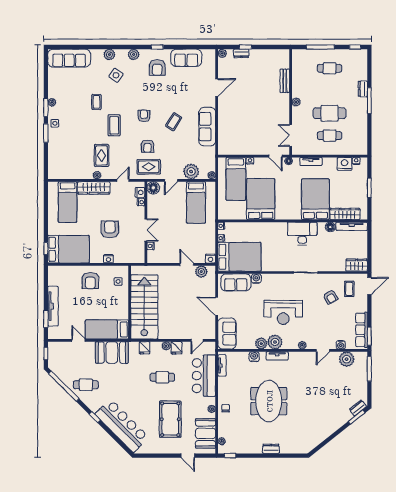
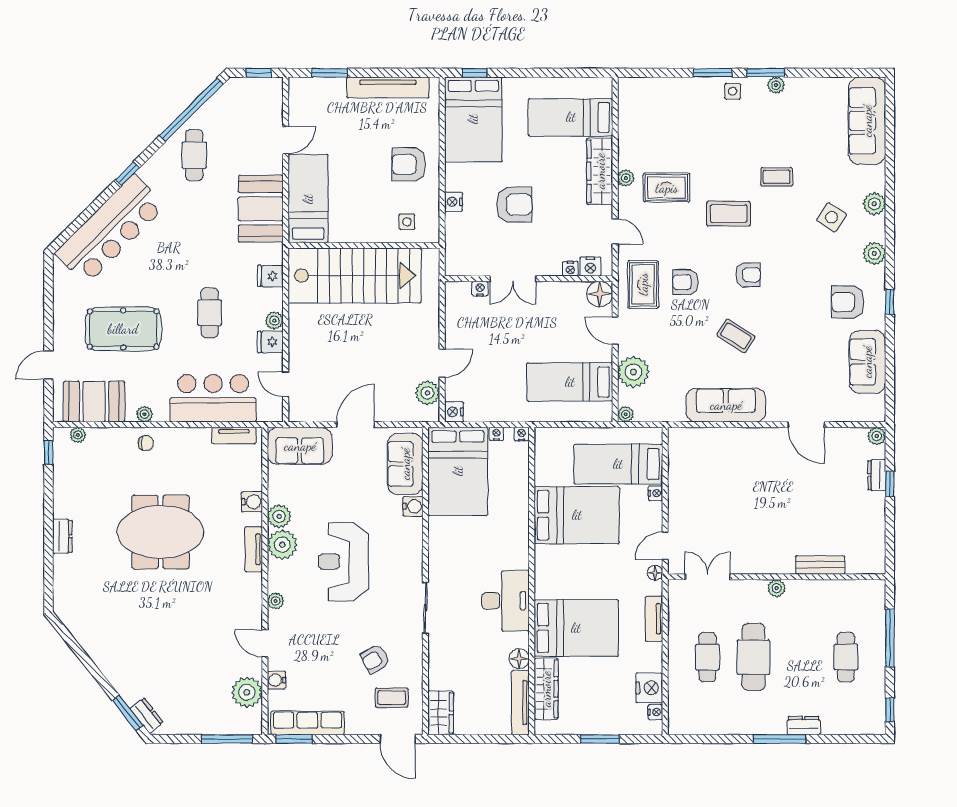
tv unit: (53, 306) -> (388, 87), moved

